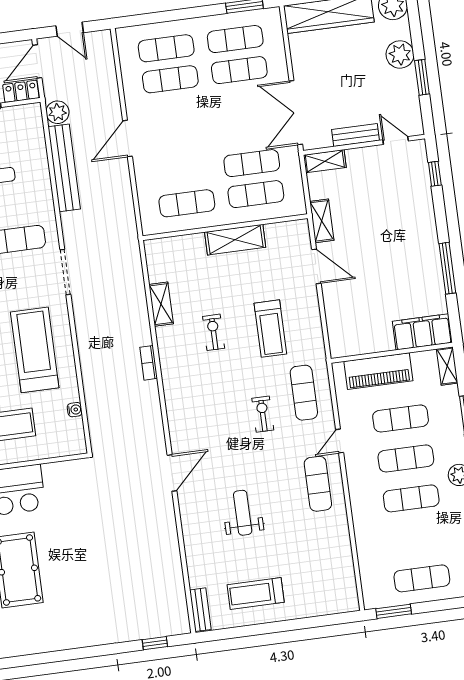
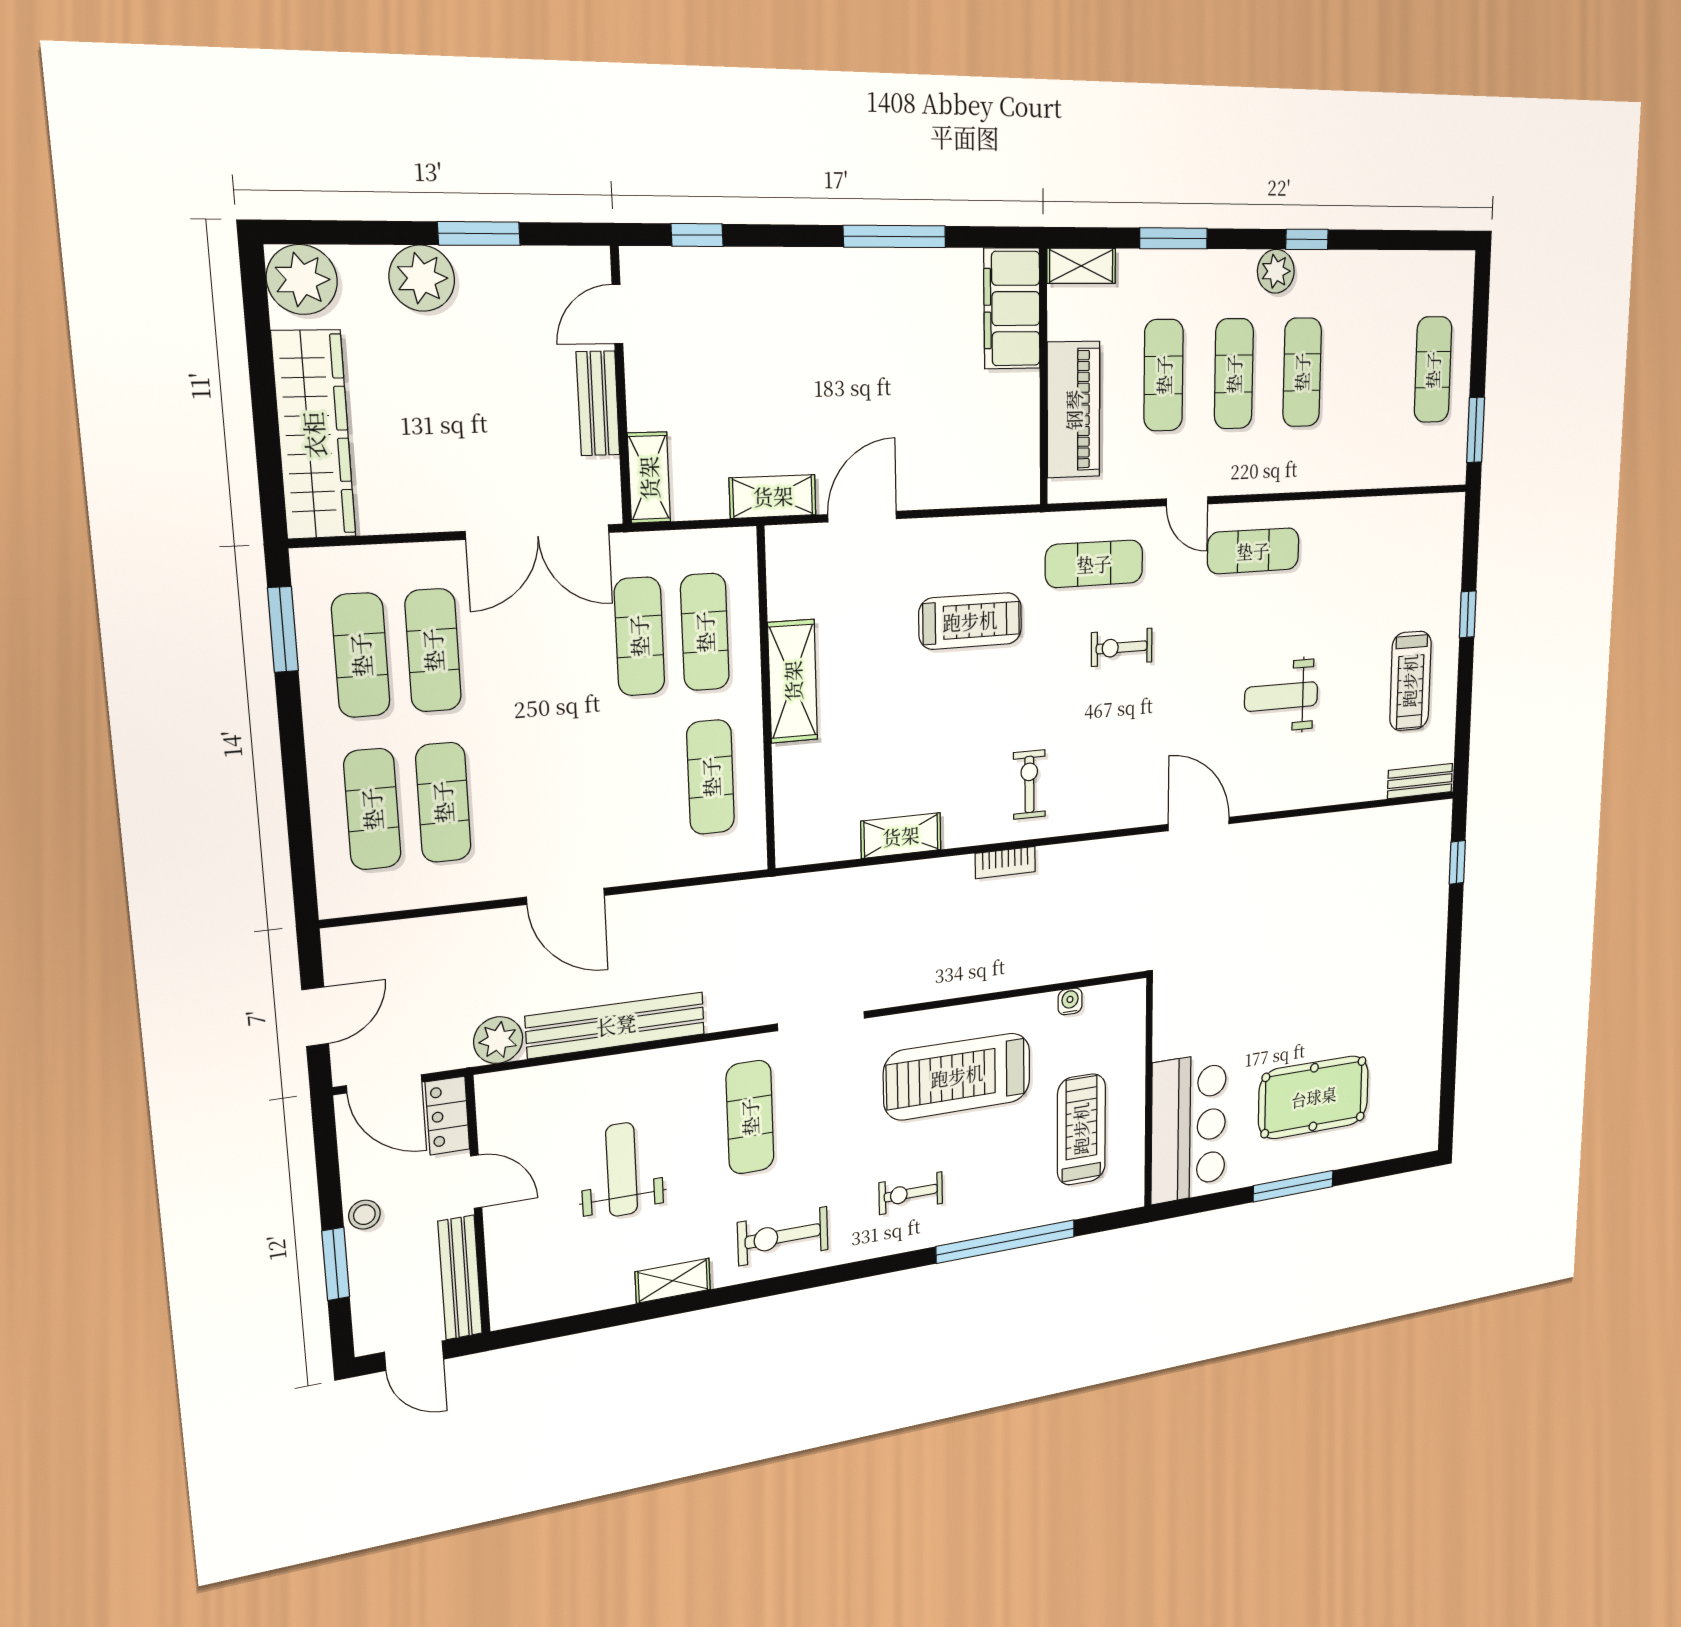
exercise bike: (214, 332) -> (1029, 785), moved, turned 90
window: (294, 625) -> (1468, 614), added

